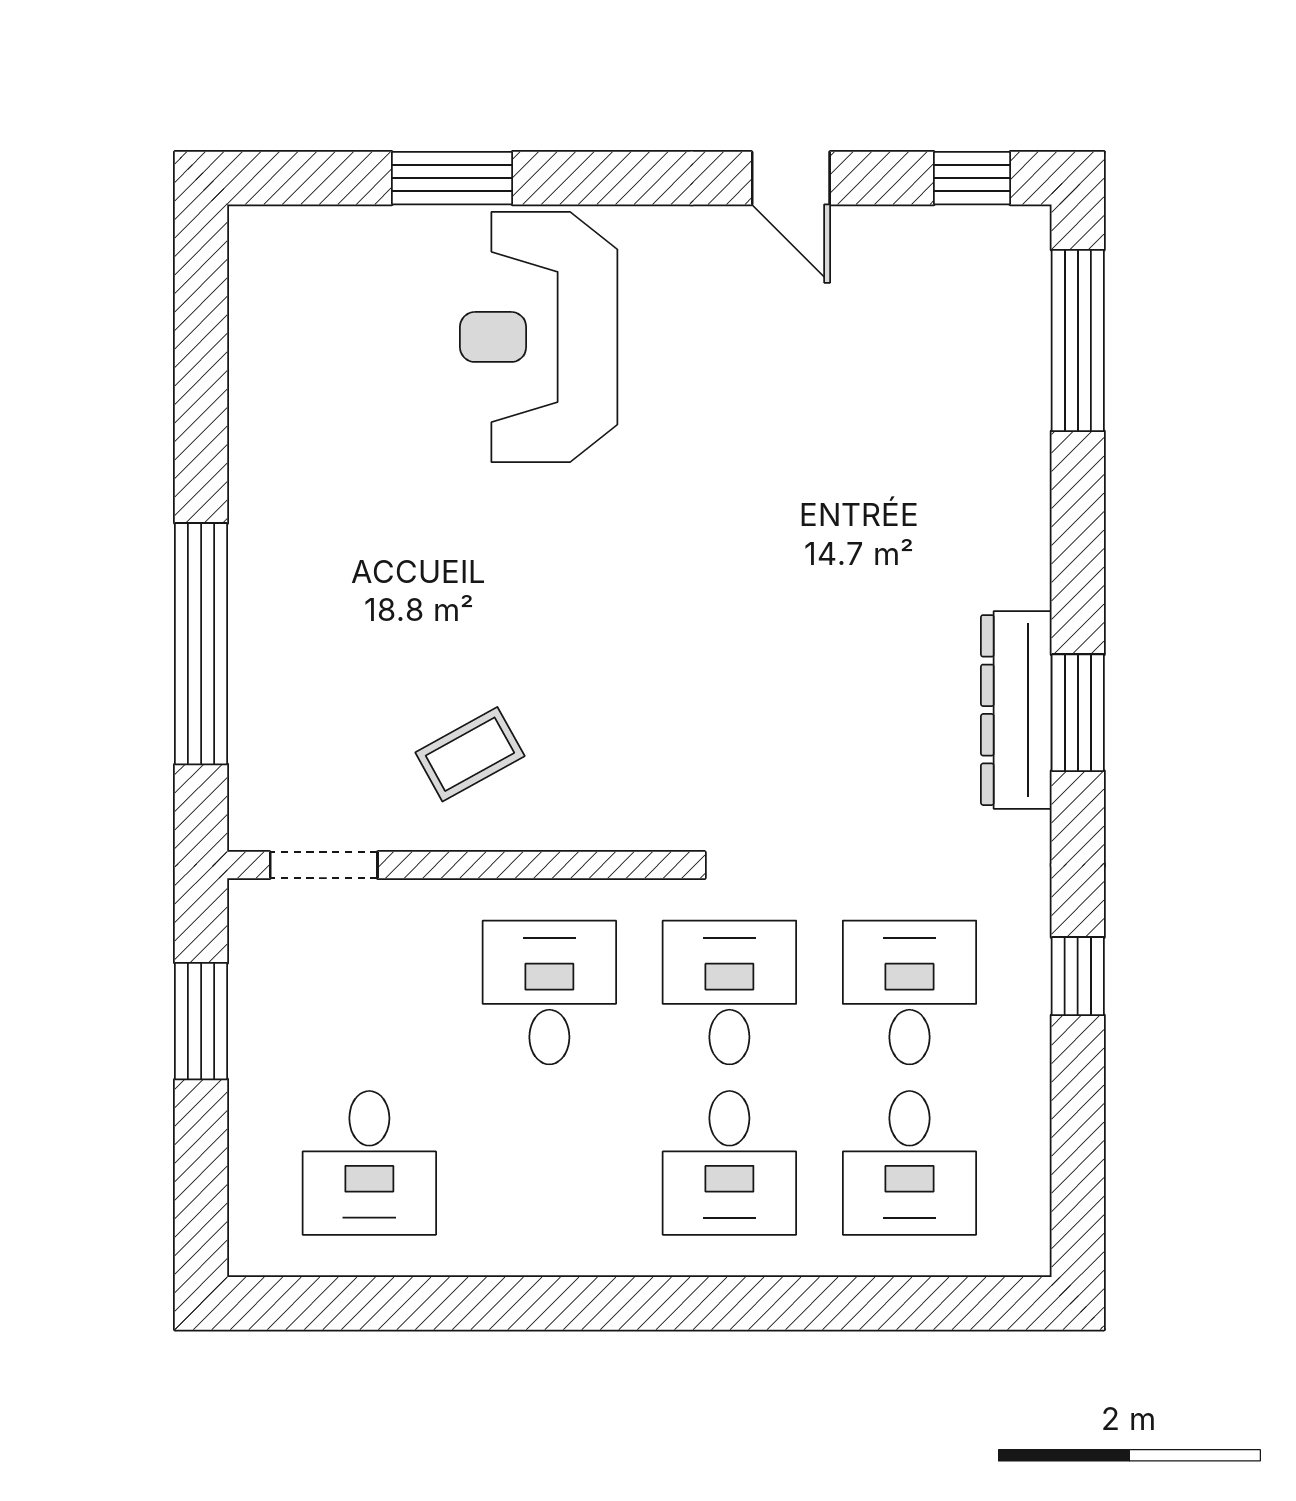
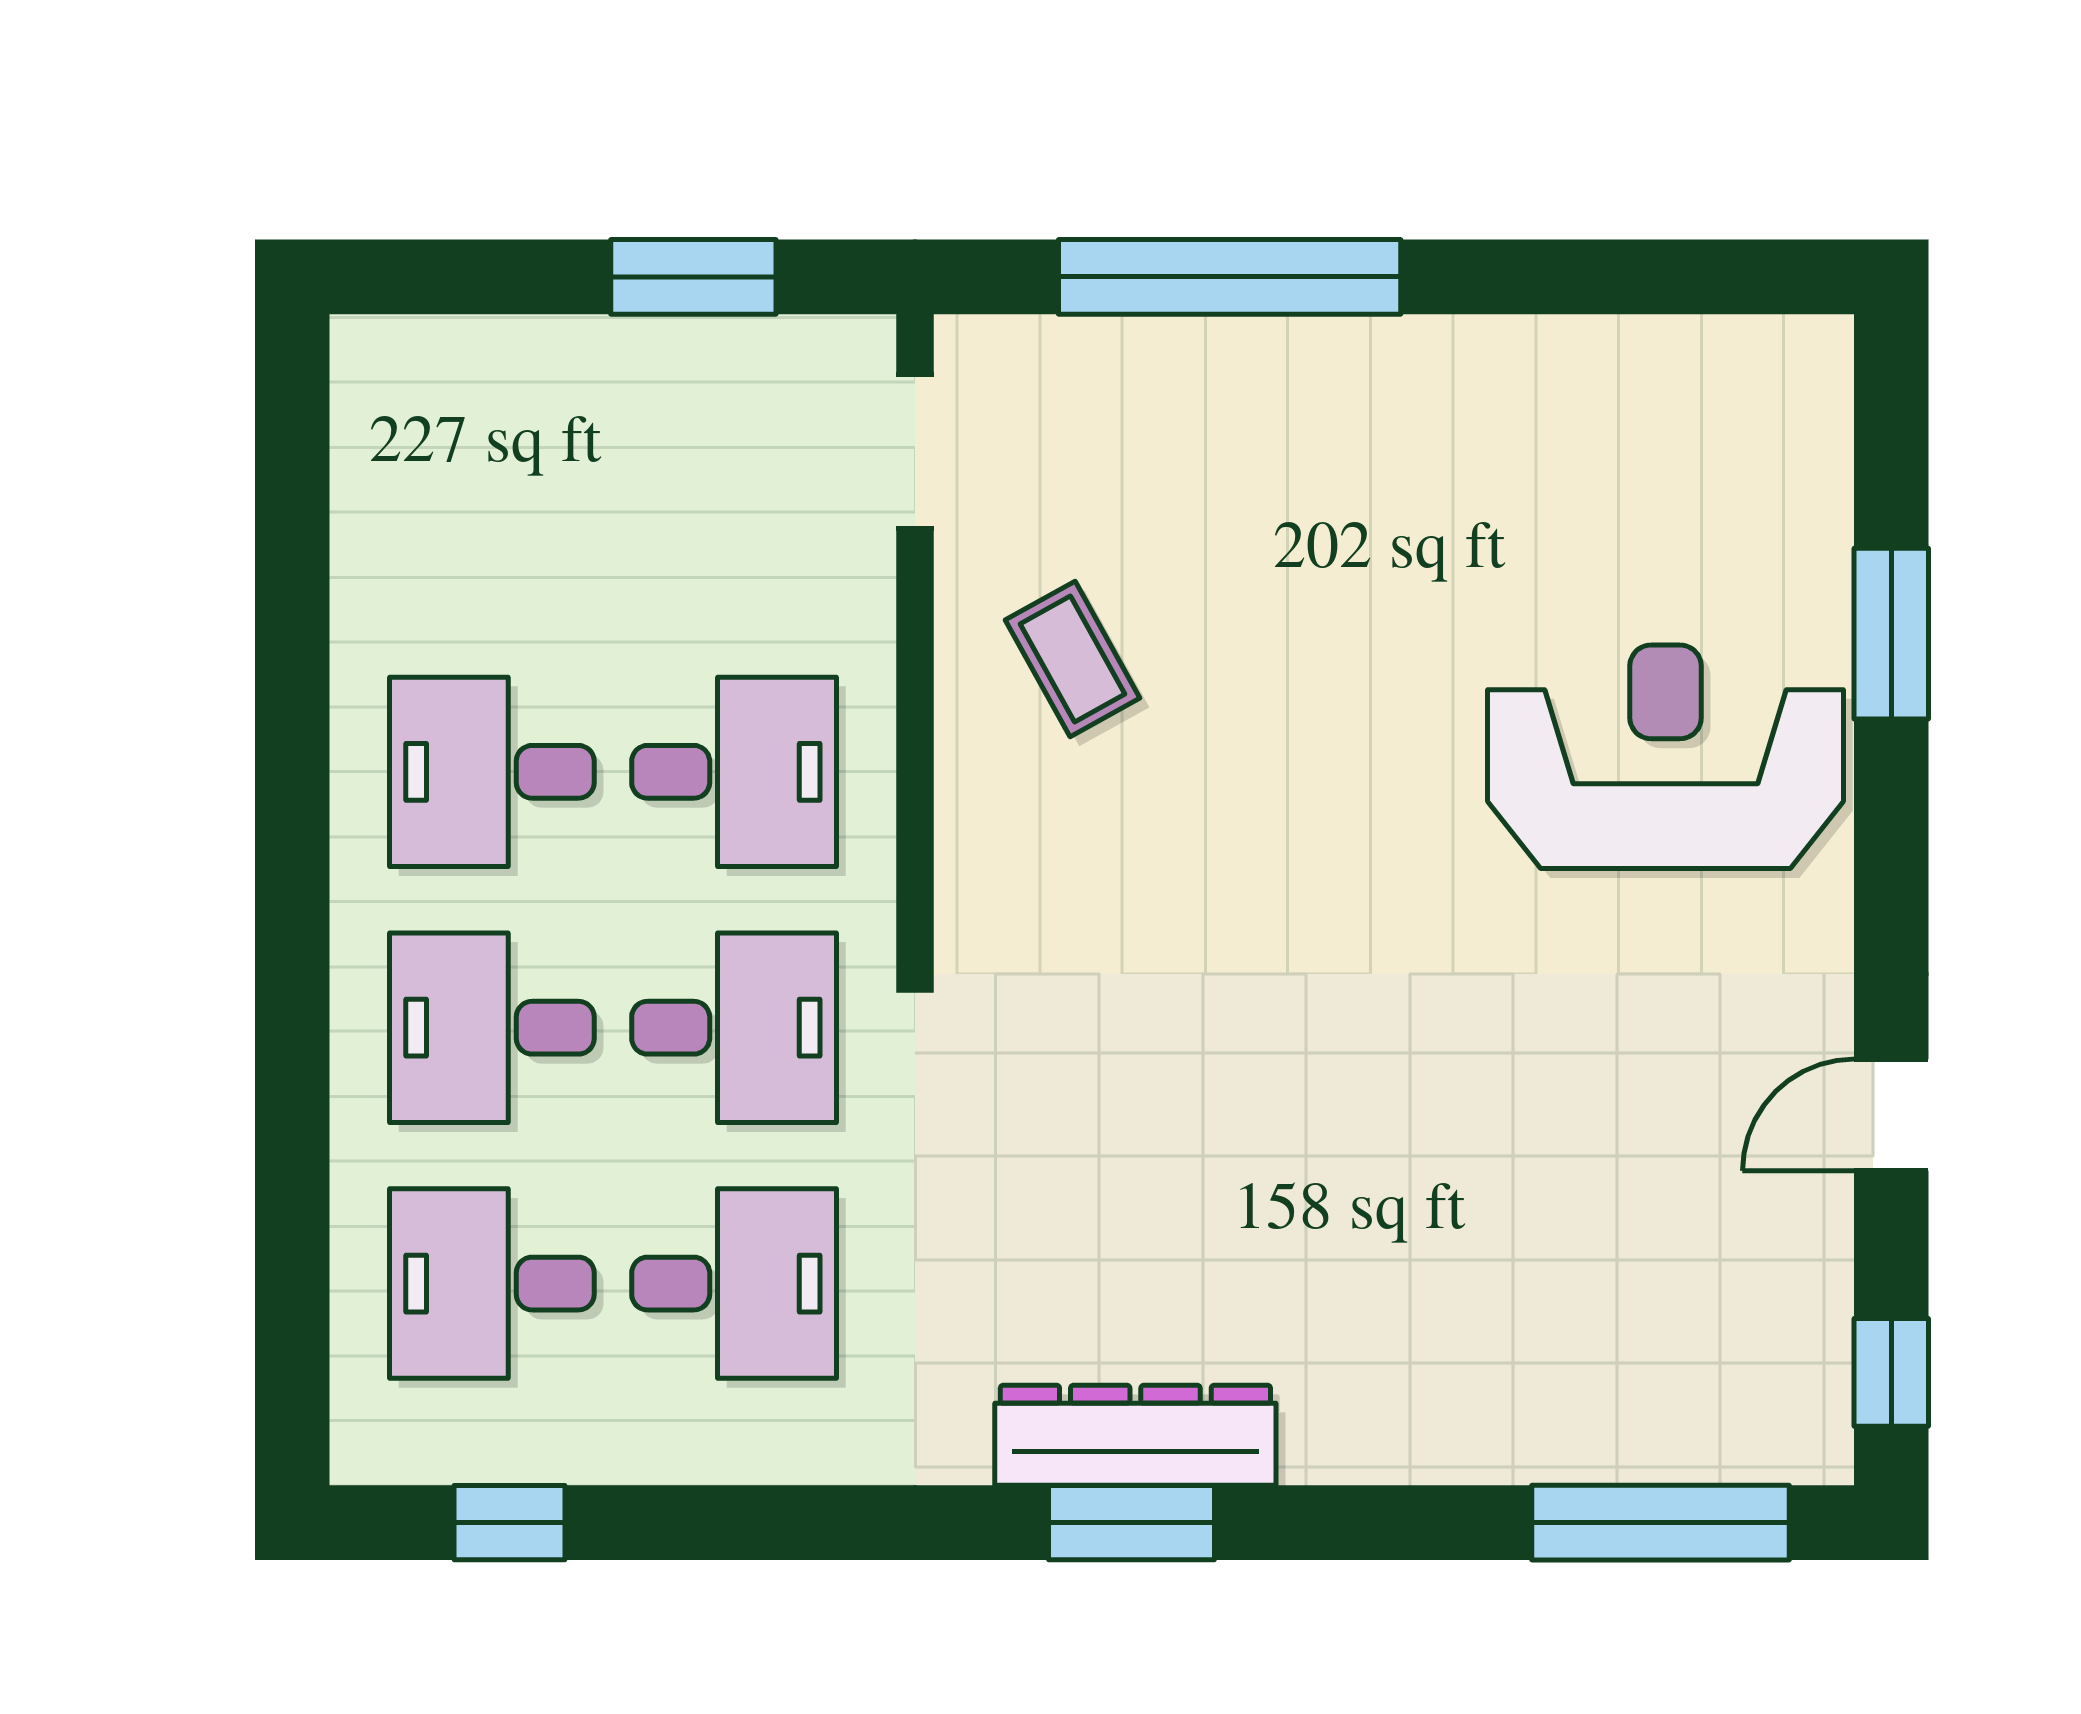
window: (1078, 976) -> (510, 1523), moved
desk: (369, 1163) -> (492, 772), moved

